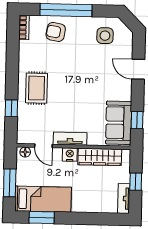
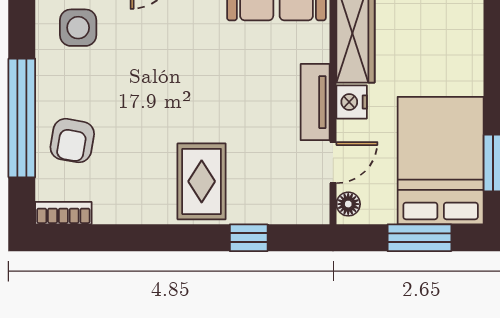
rug: (37, 88) -> (202, 181), turned 90
bed: (43, 199) -> (441, 161), width x1.50

